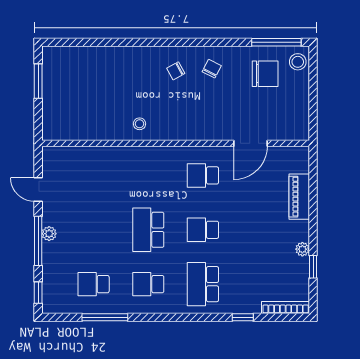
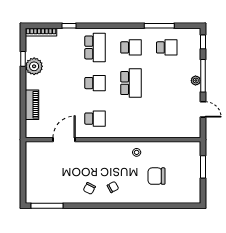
stool: (298, 62) -> (33, 193), removed
chair: (265, 74) -> (156, 176), moved
window: (38, 81) -> (203, 167), moved
plant: (302, 249) -> (34, 66), width x1.87, depth x1.87

